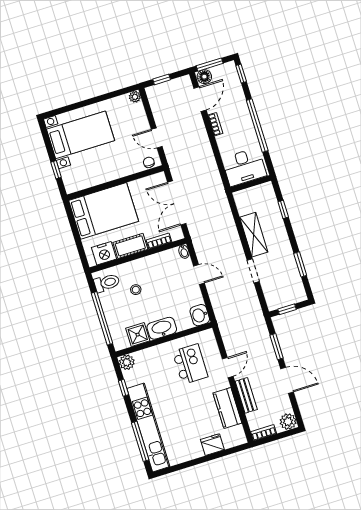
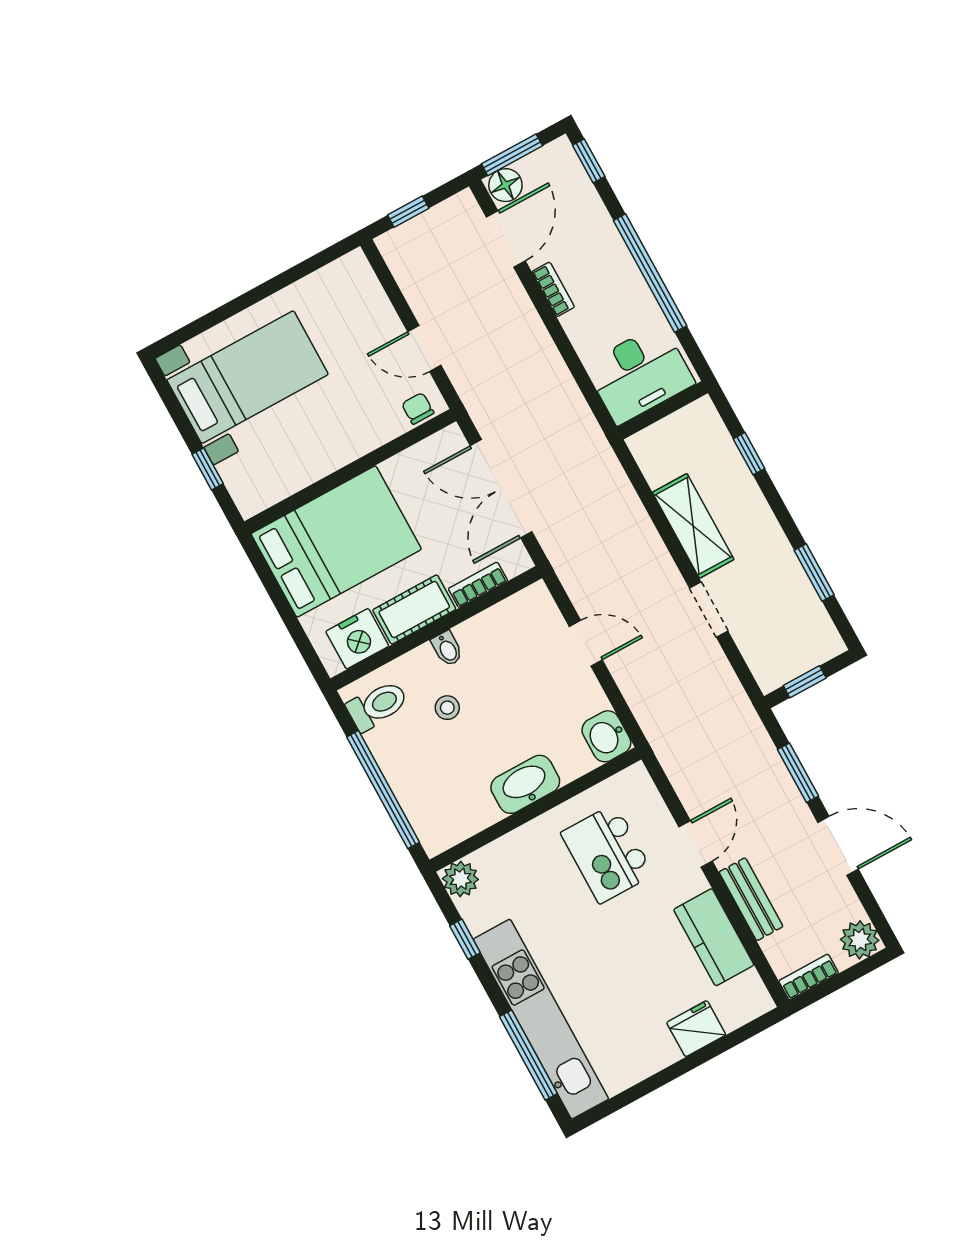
plant: (135, 97) -> (355, 264), removed
bidet: (184, 252) -> (447, 649), moved
shower: (138, 335) -> (473, 810), removed
kitchen island: (190, 364) -> (607, 854), turned 180

